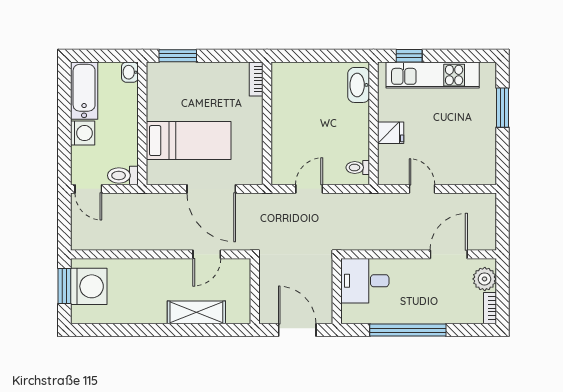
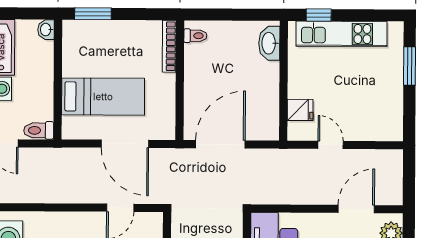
bookcase: (256, 79) -> (169, 46), width x1.56
fridge: (391, 133) -> (300, 110), moved
toilet: (358, 168) -> (195, 36), moved, turned 180
door: (309, 189) -> (220, 144), width x1.88

